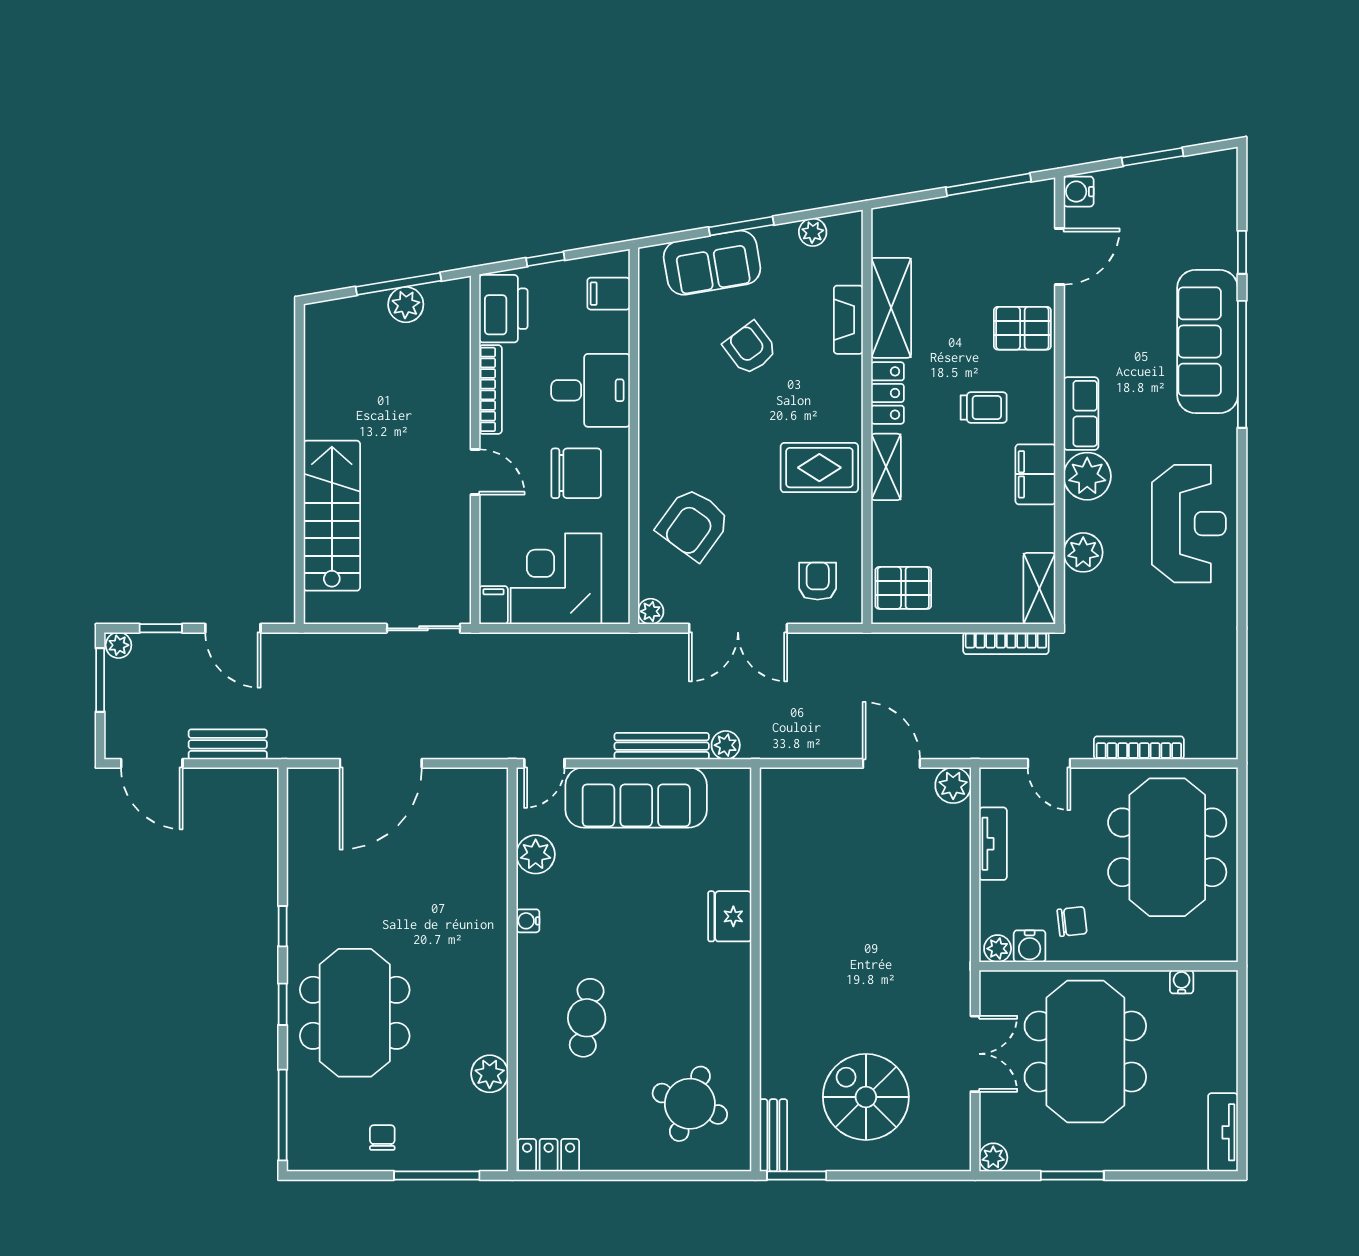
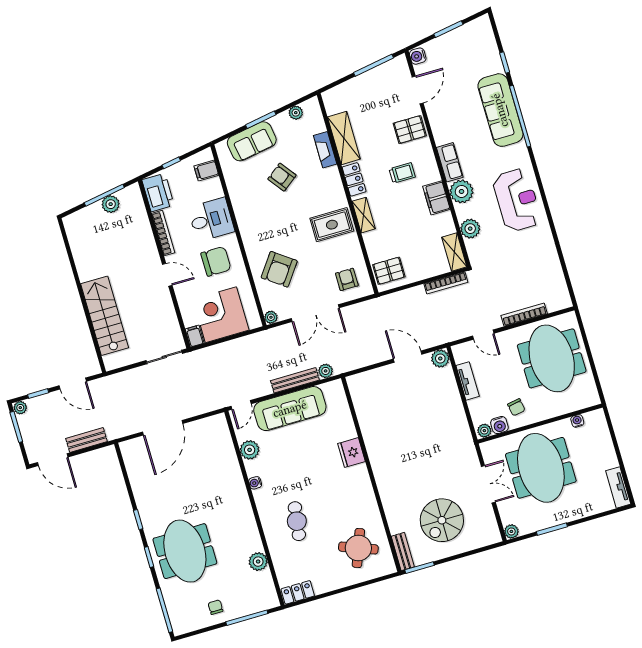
chair: (1072, 922) -> (516, 407), turned 86
spiral stairs: (866, 1097) -> (442, 520), turned -90

